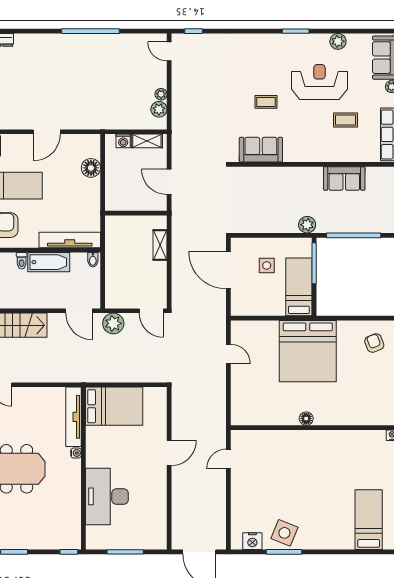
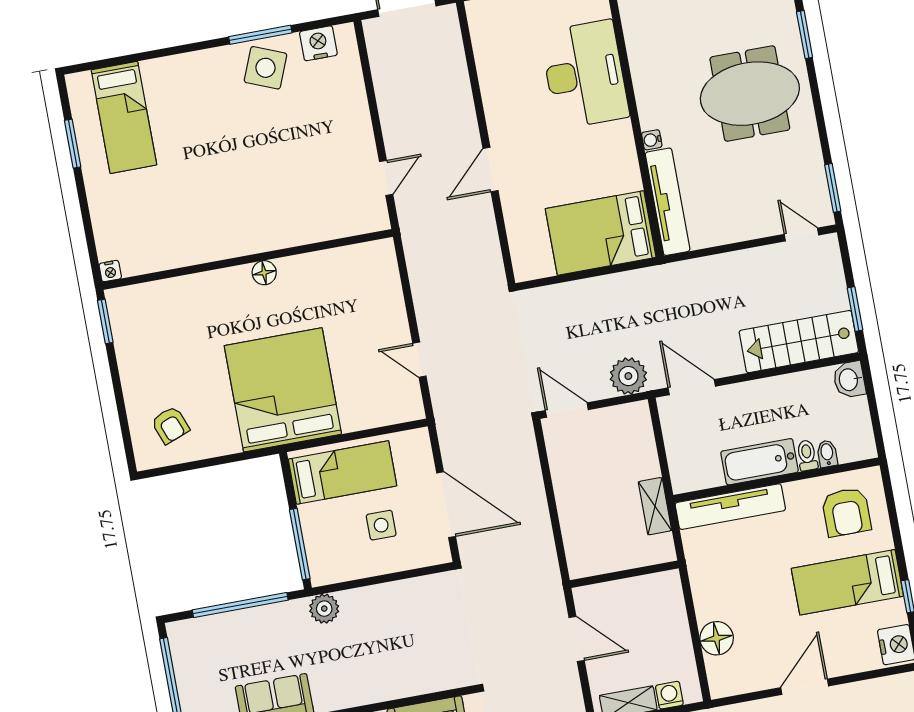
shelving: (160, 245) -> (655, 506), moved
bidet: (93, 260) -> (827, 454), moved
bed: (299, 287) -> (343, 472), moved, turned -90

